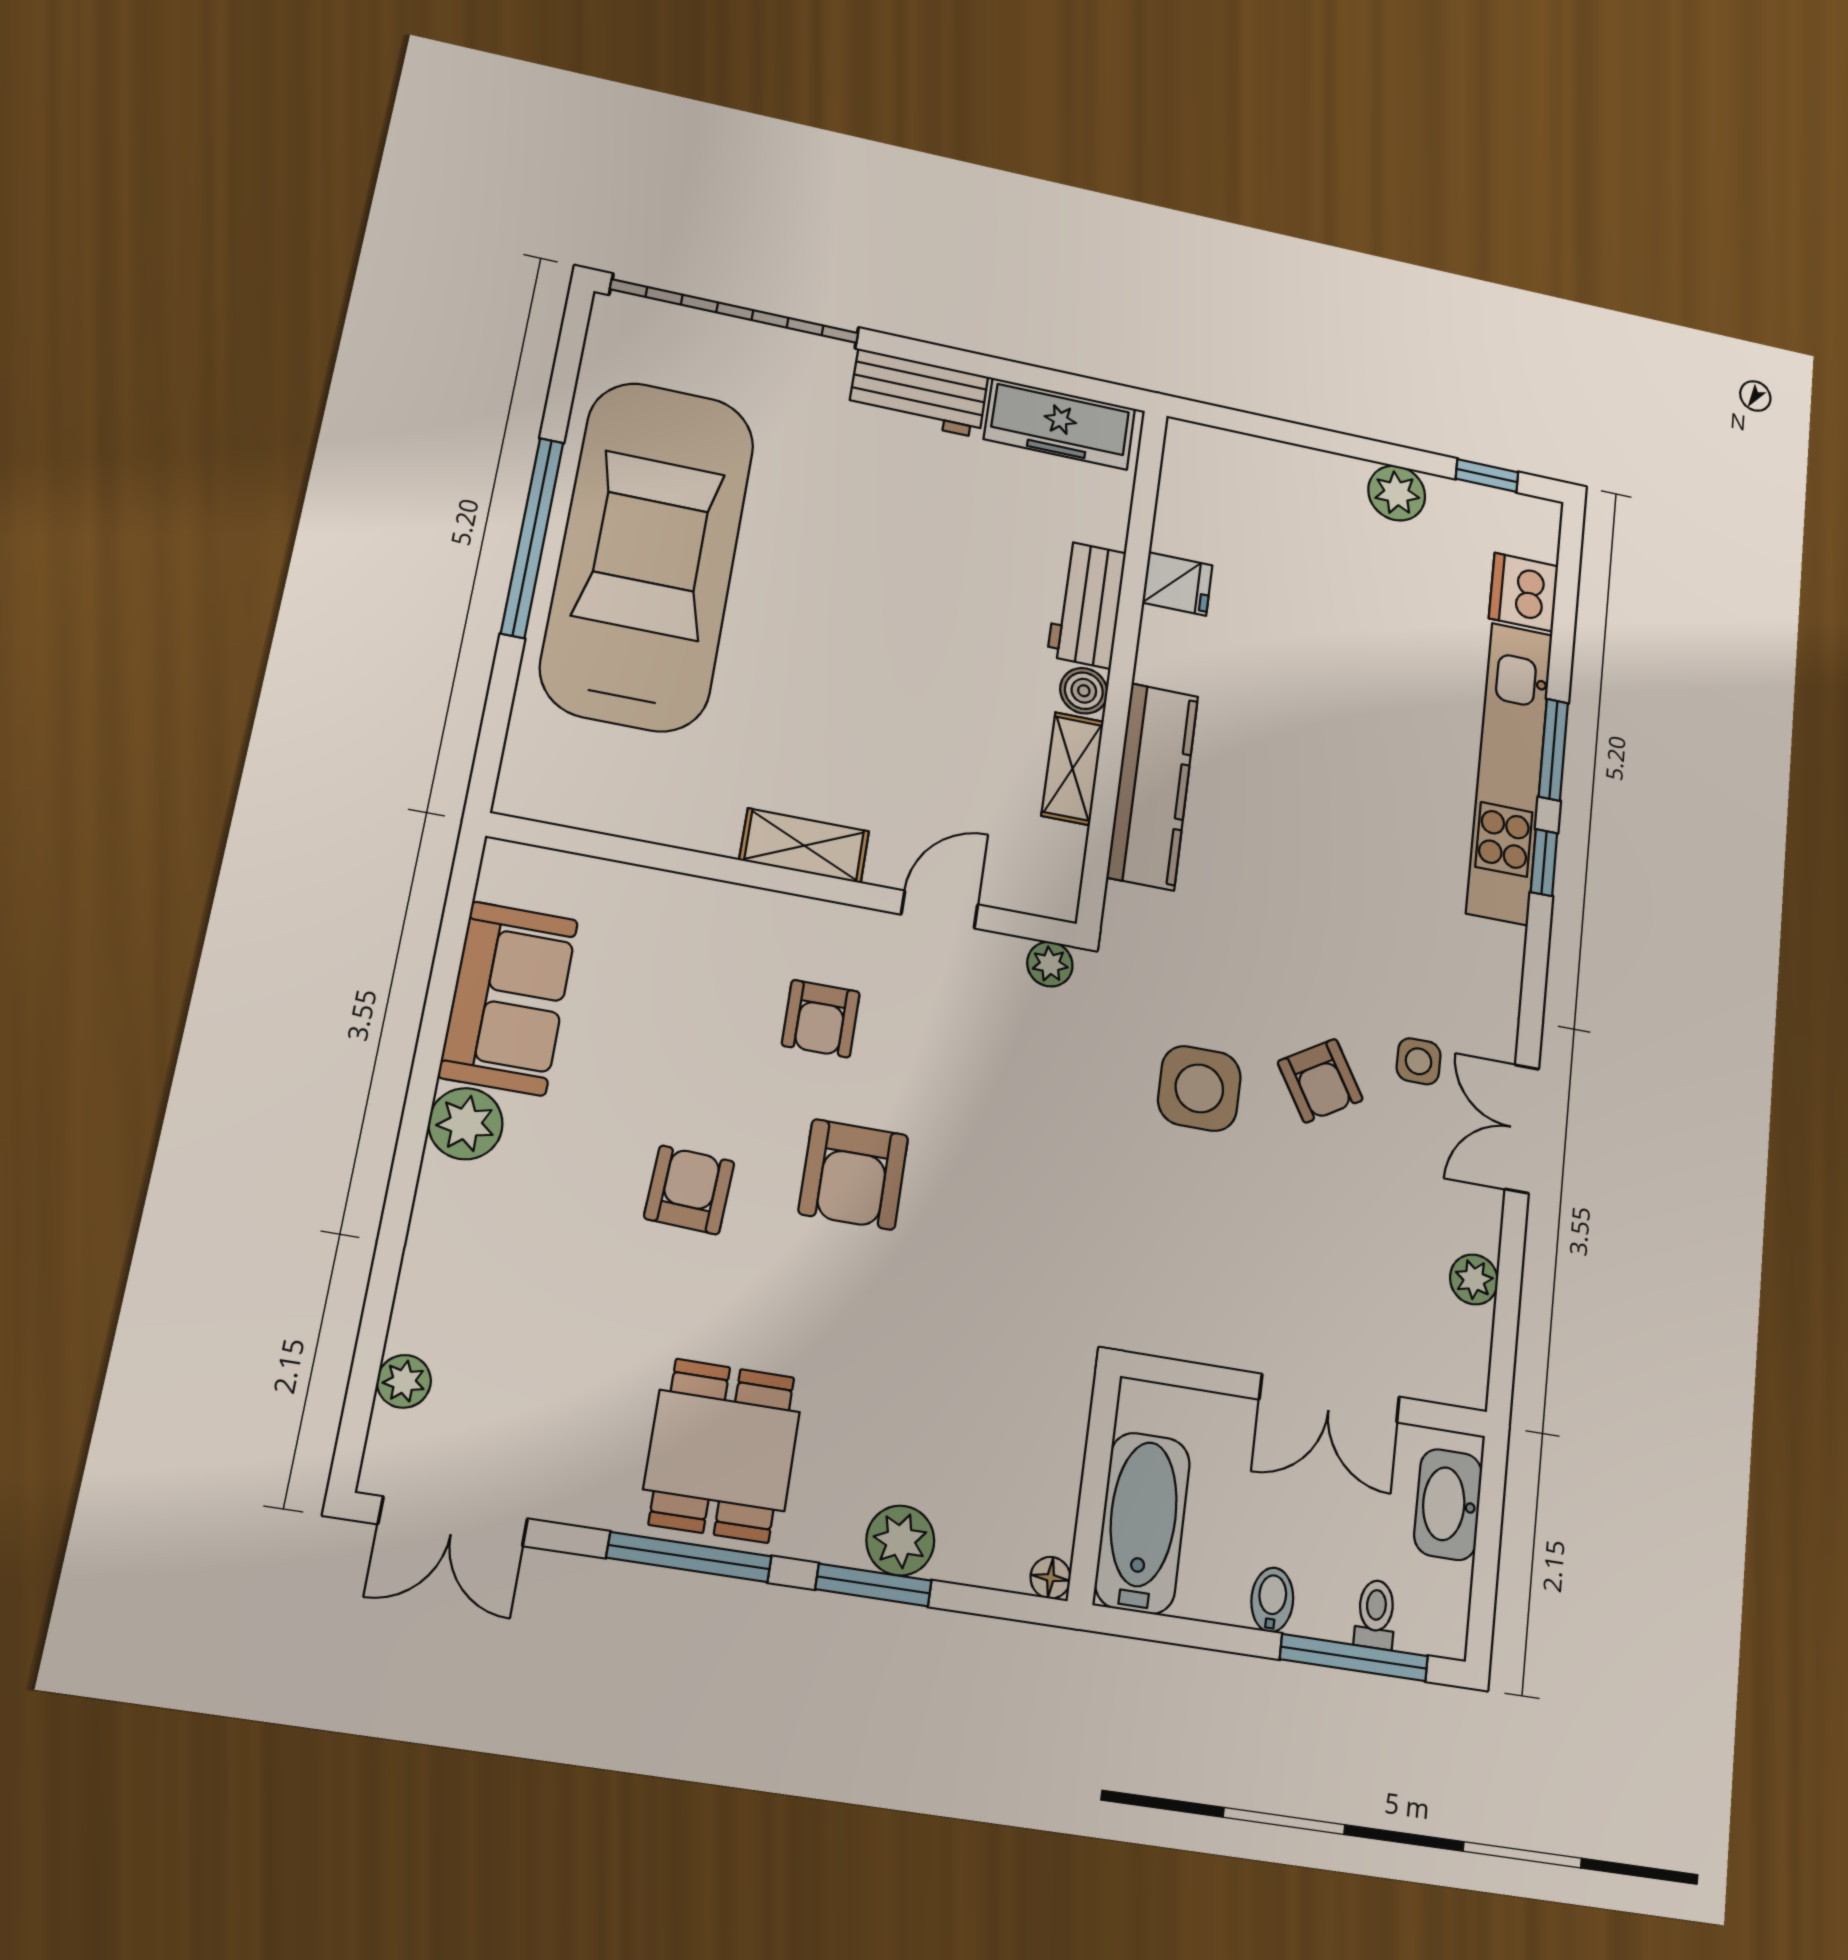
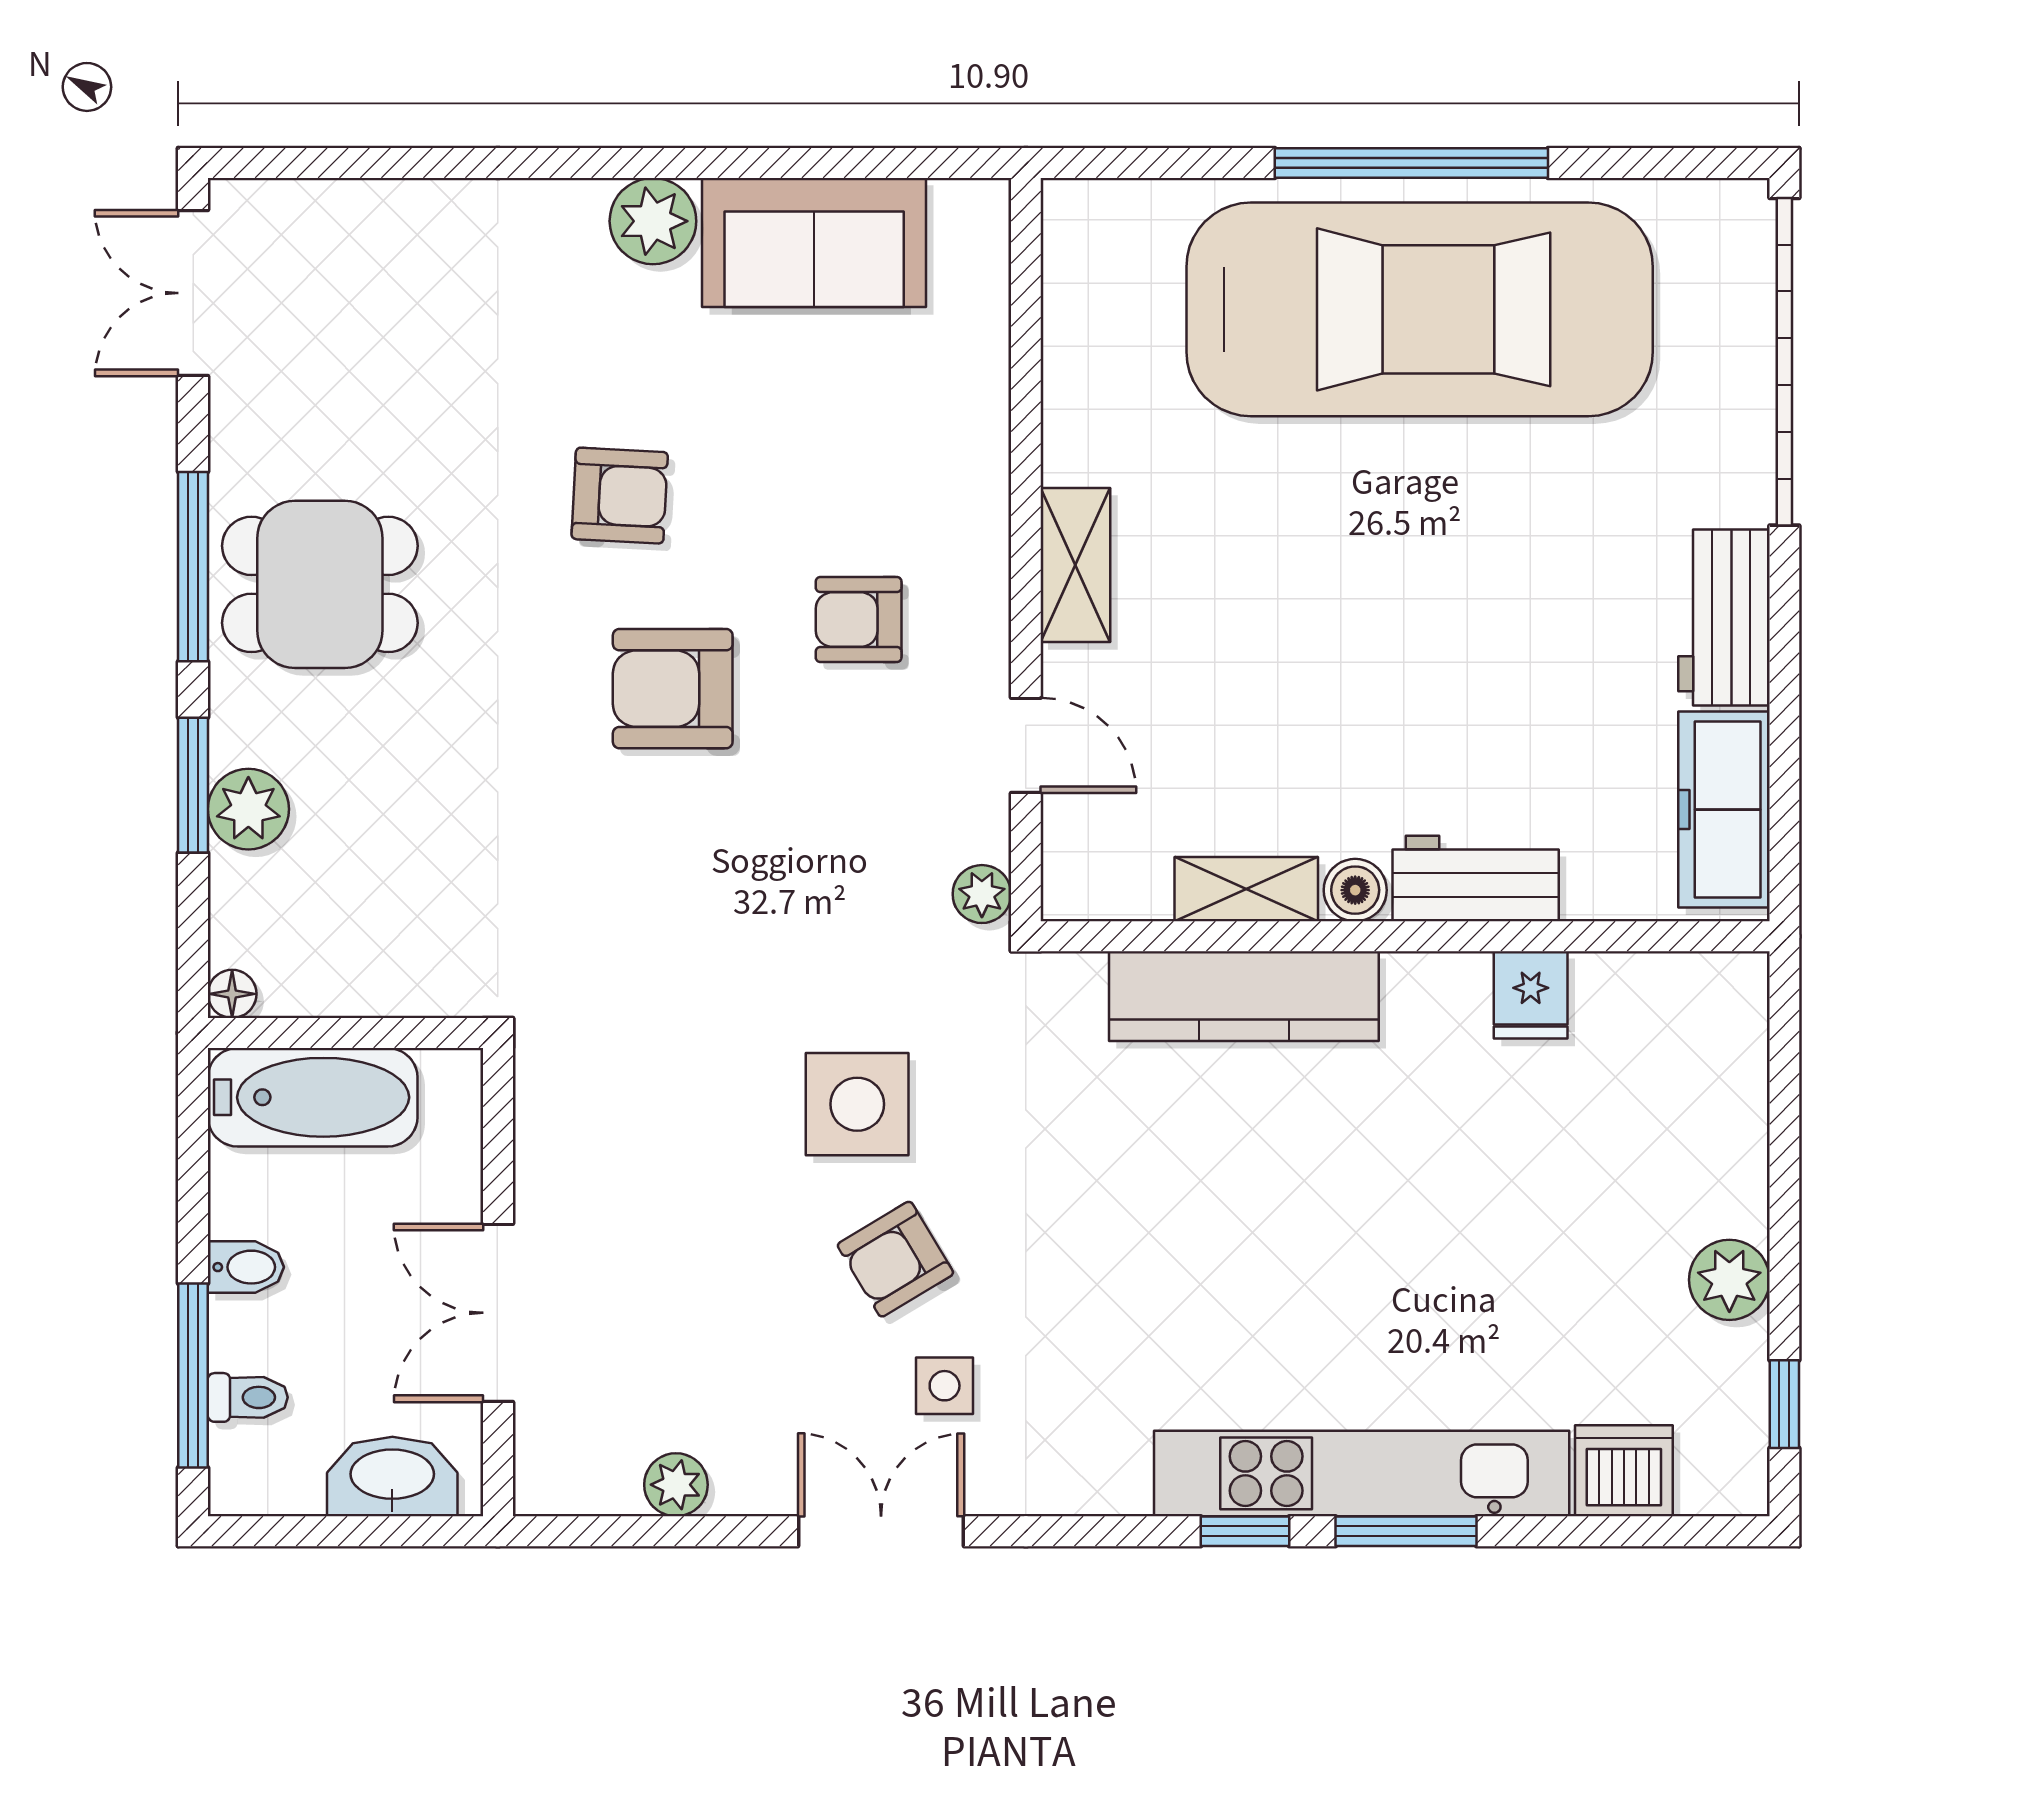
plant: (404, 1381) -> (341, 208), removed

